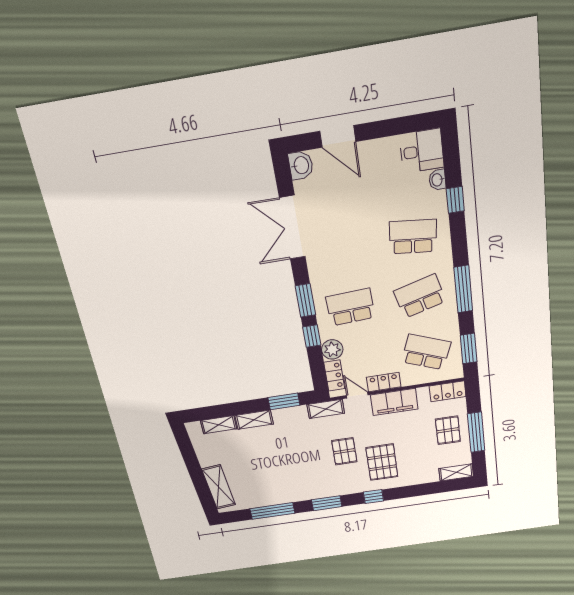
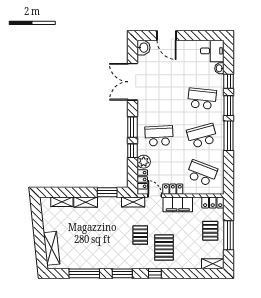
window: (469, 349) -> (229, 106), moved

